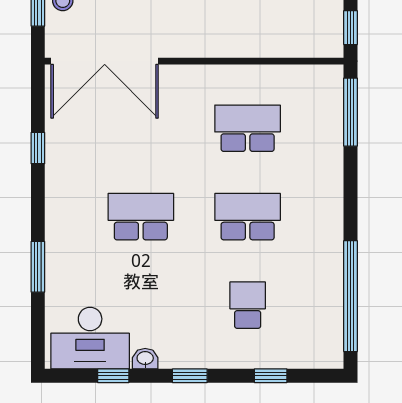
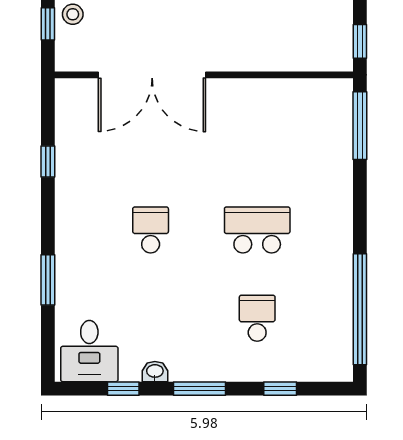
double door: (105, 61) -> (152, 75), moved
school desk: (248, 128) -> (257, 142), removed
school desk: (141, 217) -> (151, 230), width x0.54
desk: (90, 338) -> (89, 351), width x0.73
window: (190, 376) -> (199, 389), width x1.50

